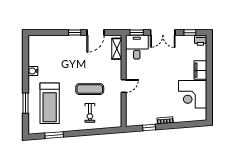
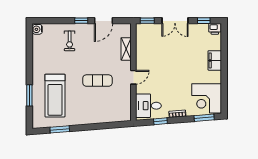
desk: (137, 47) -> (148, 106), moved, turned -90
shelving: (117, 49) -> (126, 49), moved
water cooler: (33, 71) -> (37, 29), moved
corner desk: (193, 94) -> (207, 98), moved
exercise bike: (90, 113) -> (70, 41), moved
window: (190, 124) -> (204, 118), added

